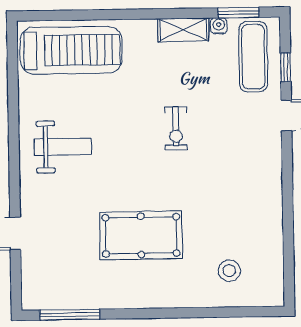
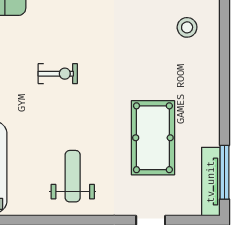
pool table: (141, 235) -> (153, 138), moved
tv unit: (59, 300) -> (211, 182), added

